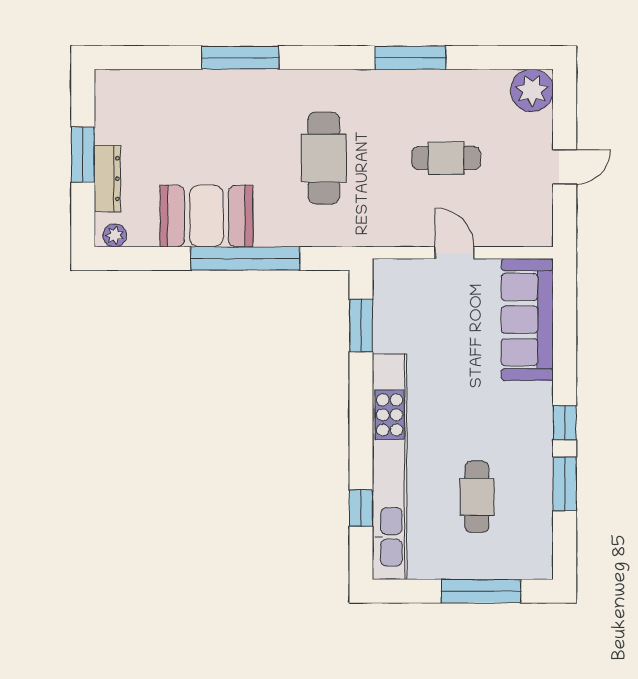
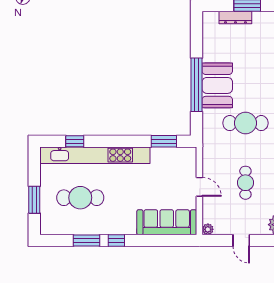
booth: (206, 216) -> (217, 85), moved
plant: (115, 235) -> (208, 229), moved
door: (454, 253) -> (199, 187), hinge flipped
cafe table: (477, 497) -> (80, 198), width x1.37, depth x1.35
window: (481, 591) -> (34, 200), width x0.69

